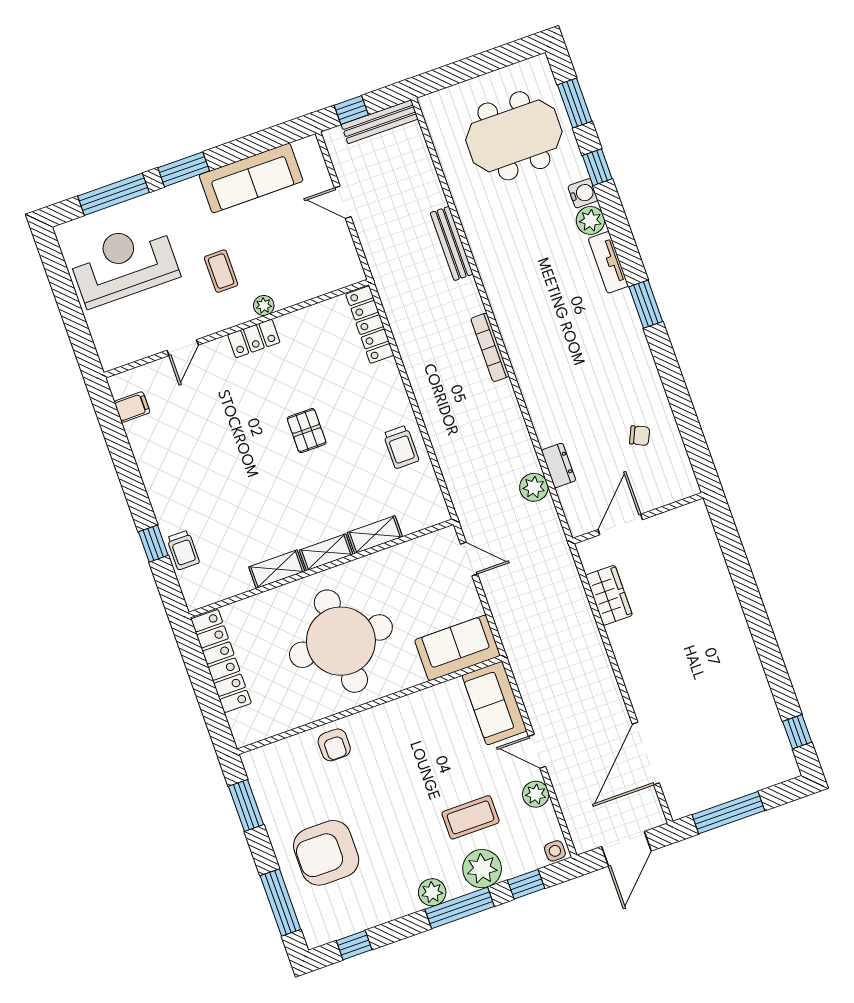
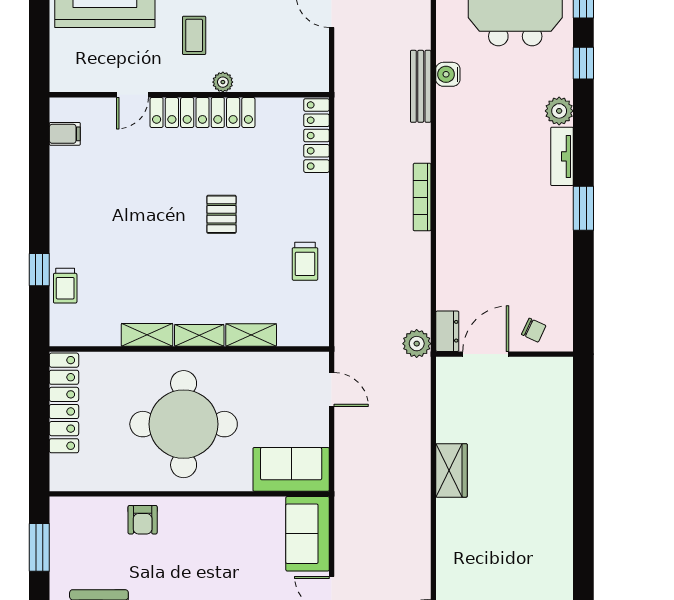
water cooler: (583, 193) -> (448, 74), moved, turned 180
locker: (254, 338) -> (202, 112), width x2.16, depth x1.21
wall: (638, 518) -> (505, 354), moved
door: (620, 525) -> (486, 354), moved

